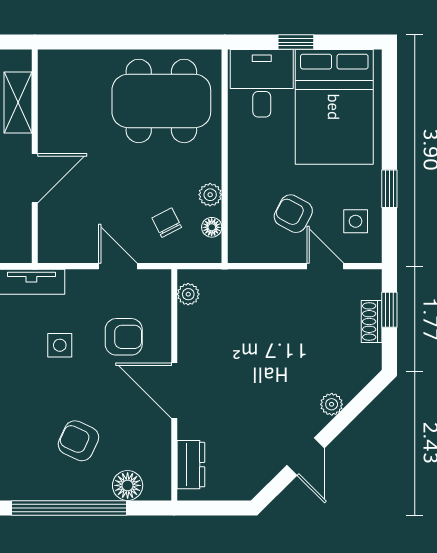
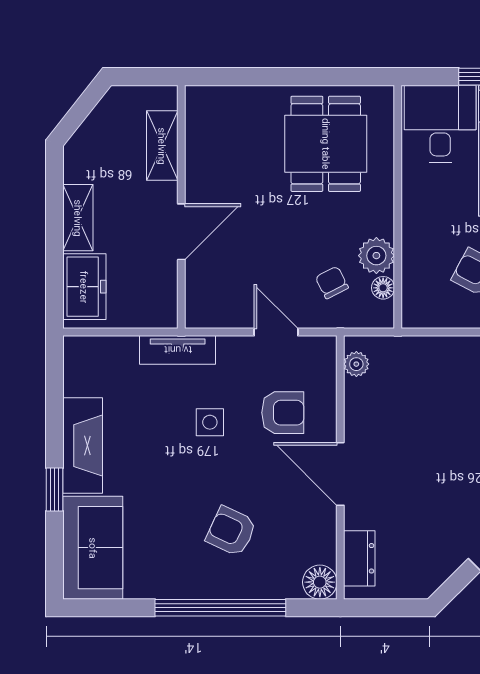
dining table: (161, 101) -> (326, 144), width x0.73
plant: (210, 195) -> (376, 256), width x1.38, depth x1.38
floor lamp: (128, 485) -> (320, 582), moved

